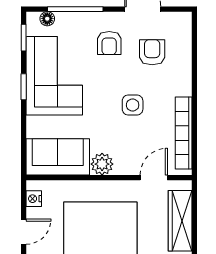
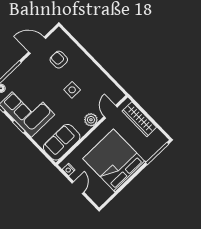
armchair: (109, 43) -> (37, 73), removed
bookcase: (184, 133) -> (105, 81), removed
plant: (102, 164) -> (91, 120), moved

